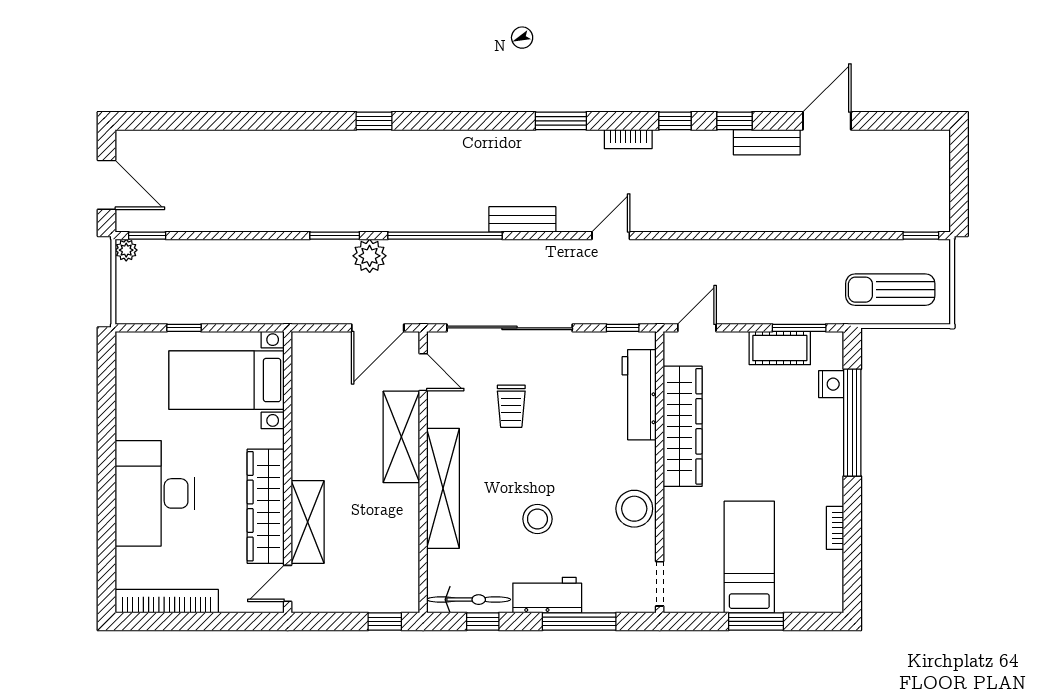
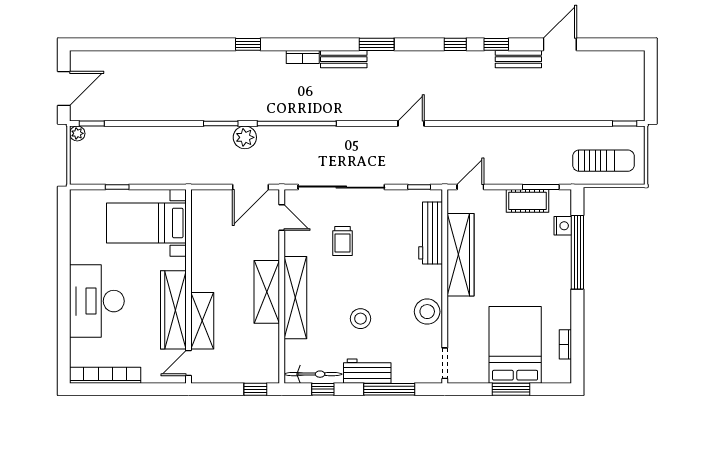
bookcase: (628, 139) -> (303, 57), moved
door: (107, 185) -> (64, 88), hinge flipped
bench: (522, 219) -> (344, 59), moved
sun lounger: (890, 290) -> (603, 161), turned 180
shelving: (401, 437) -> (267, 292), moved
bookcase: (835, 528) -> (565, 344), moved
bed: (749, 557) -> (515, 345), width x1.50

